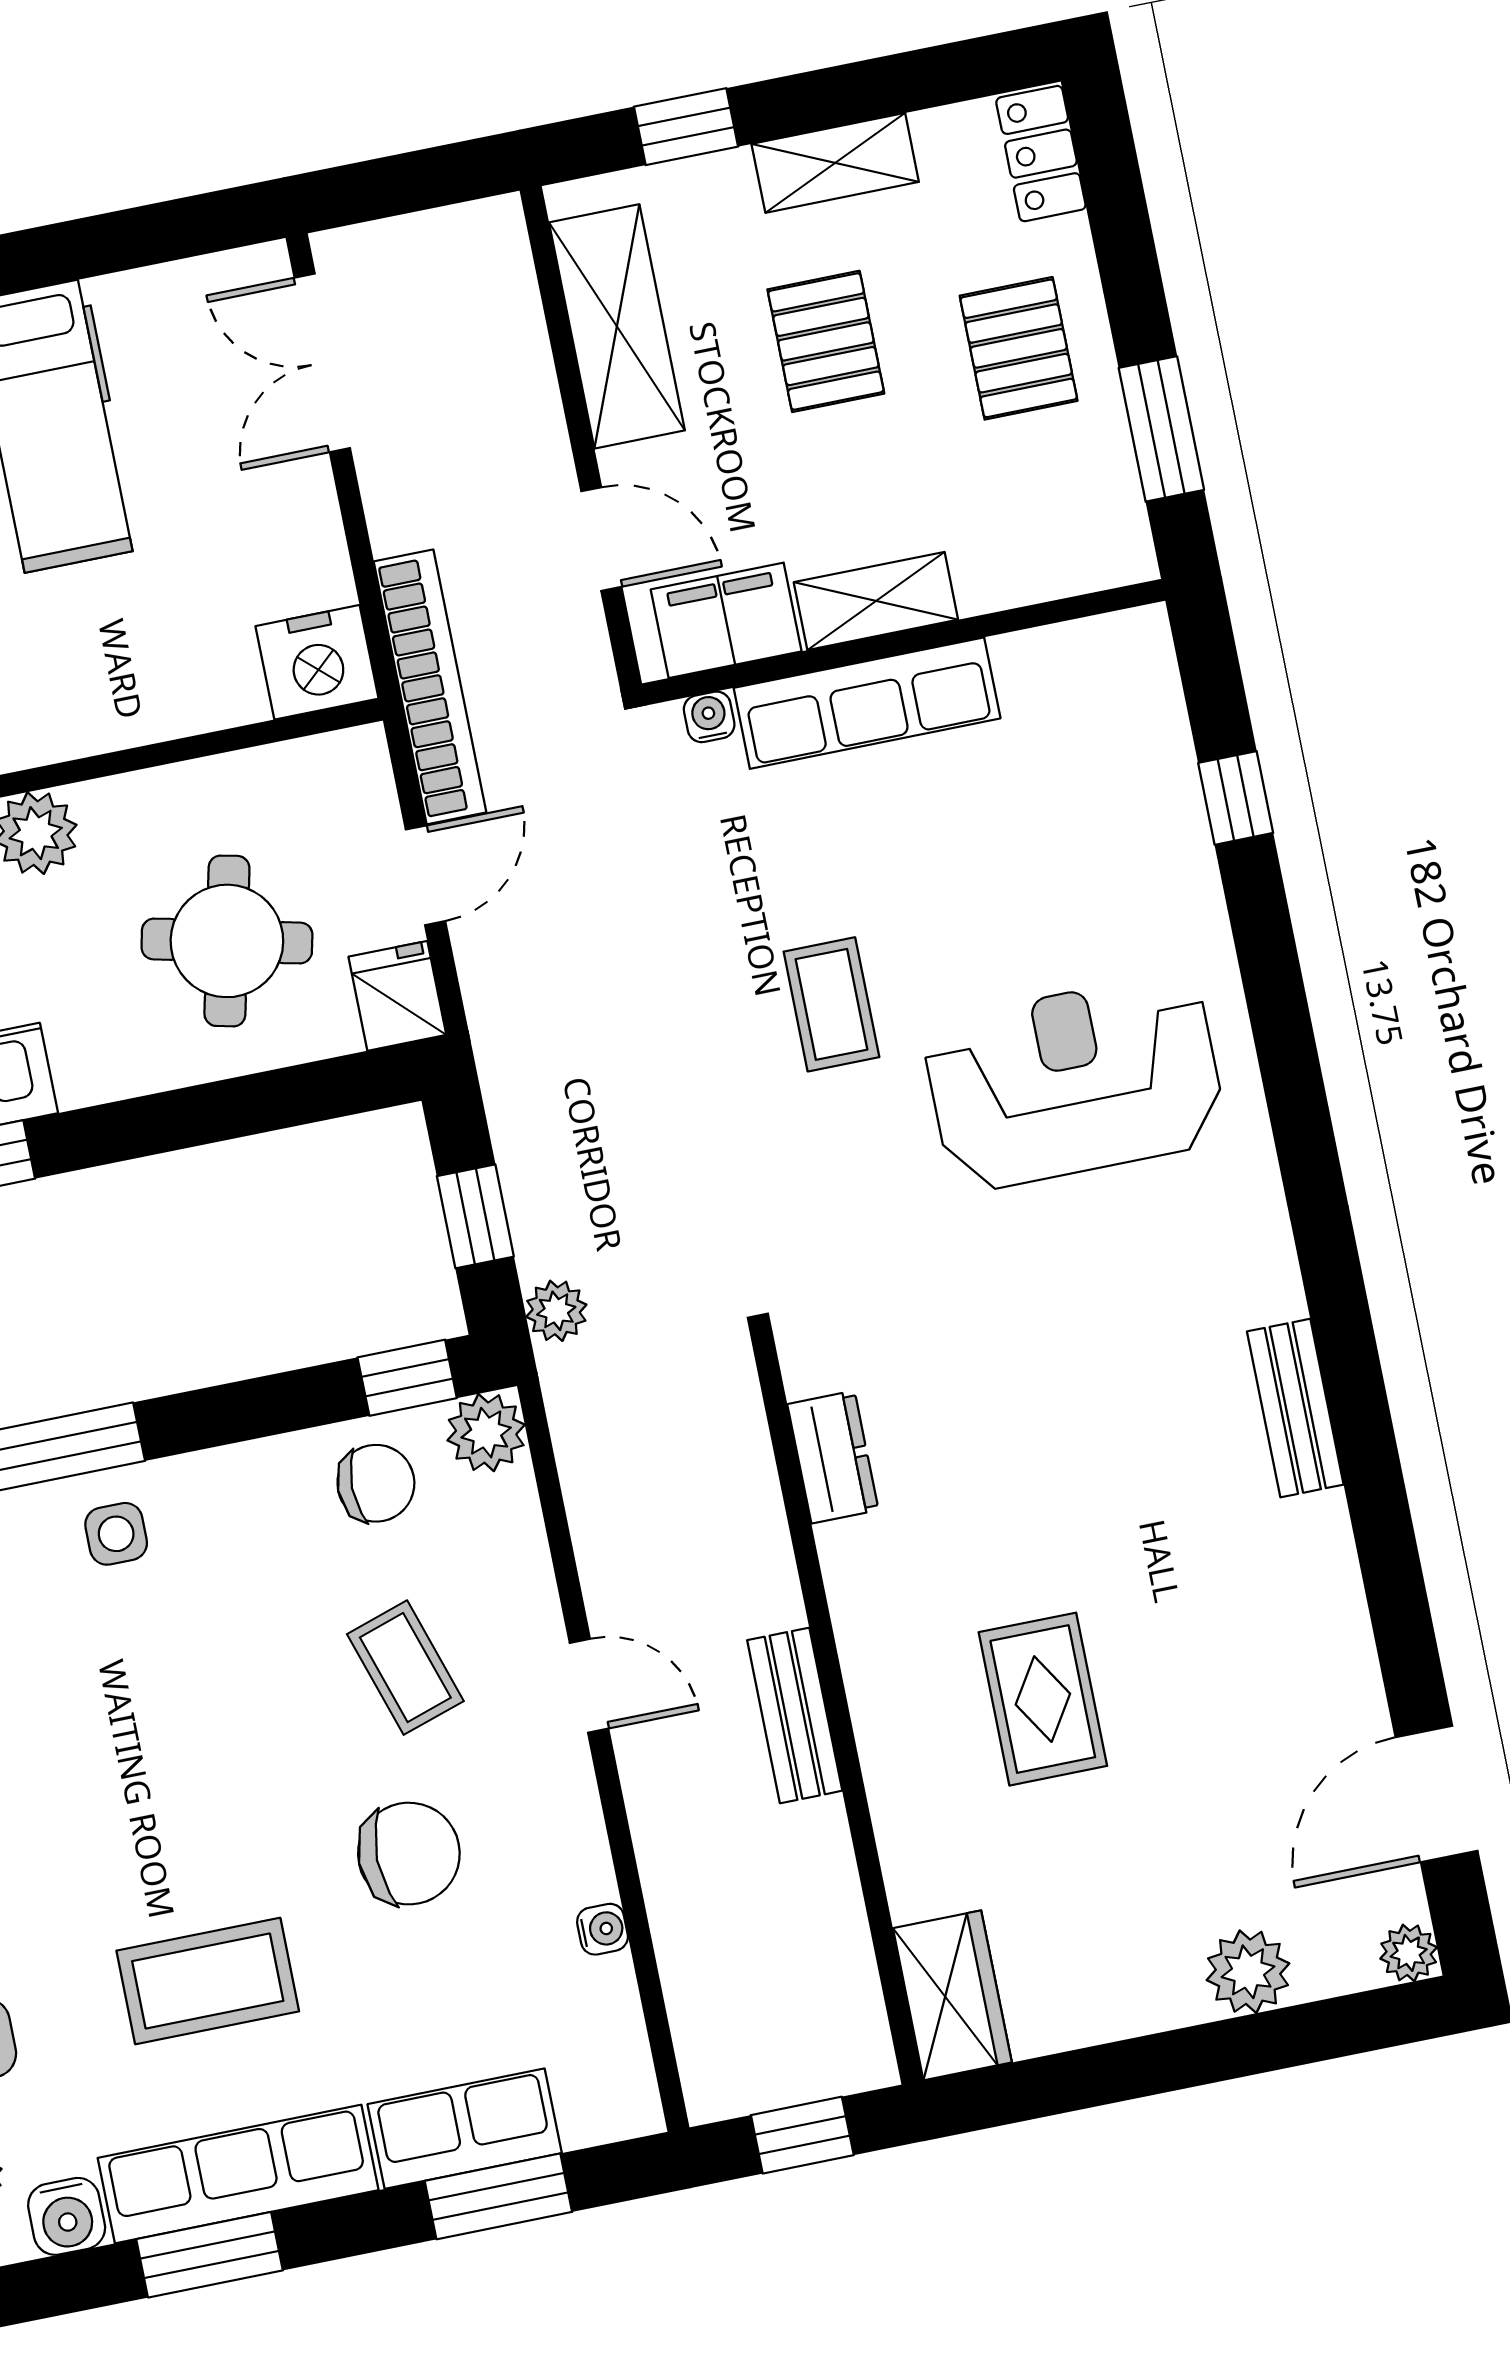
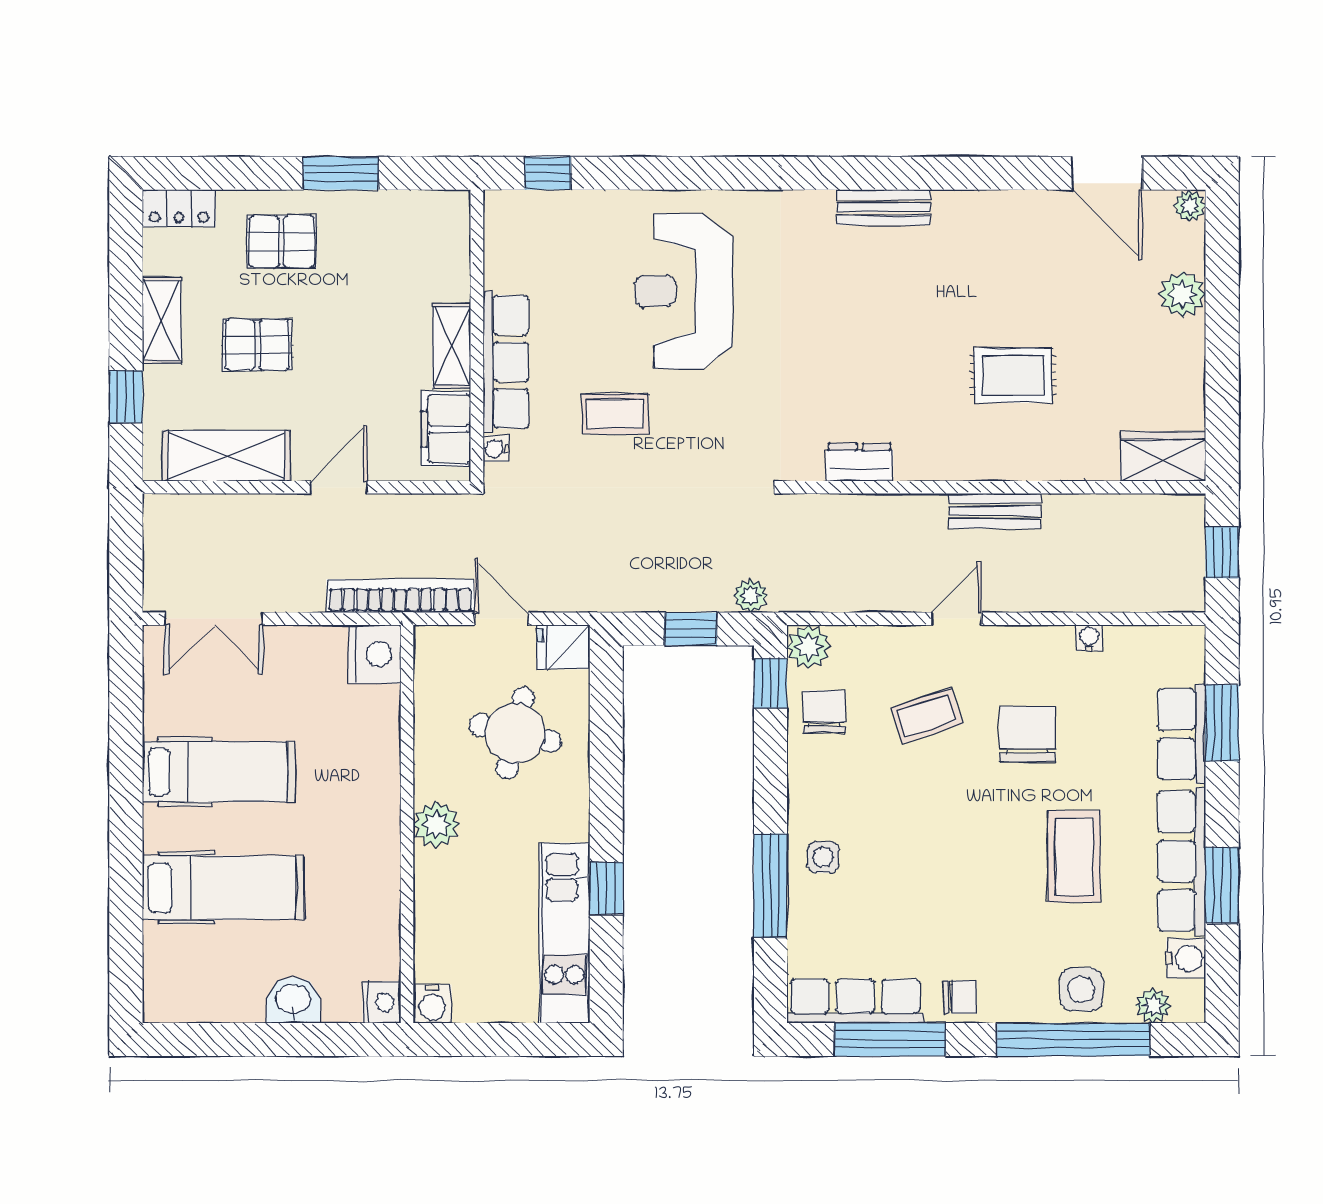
shelving: (876, 601) -> (452, 346), moved
filing cabinet: (726, 620) -> (446, 429), moved
wall: (904, 642) -> (477, 335), moved
row of seats: (867, 703) -> (506, 362), moved
water cooler: (709, 717) -> (496, 448), moved

